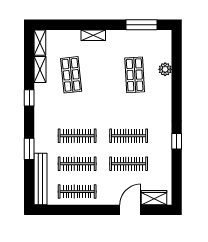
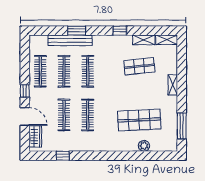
shop shelf: (135, 75) -> (139, 120), width x1.43, depth x1.36
window: (177, 141) -> (63, 156), moved
bench: (40, 179) -> (70, 40), moved
window: (100, 210) -> (25, 91), added

